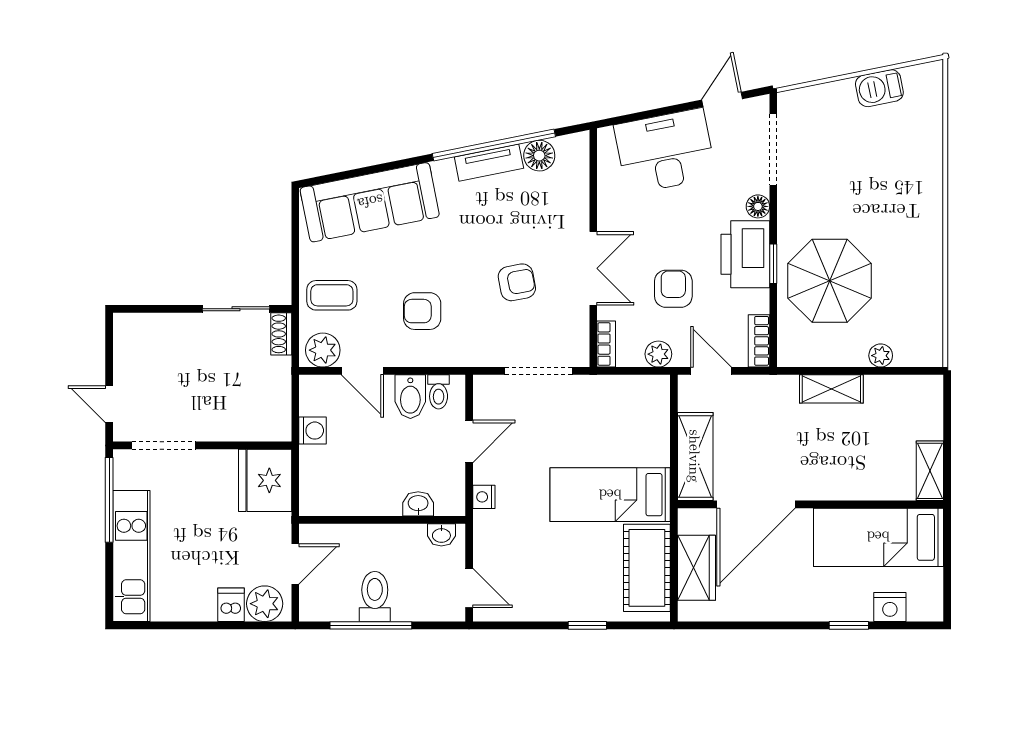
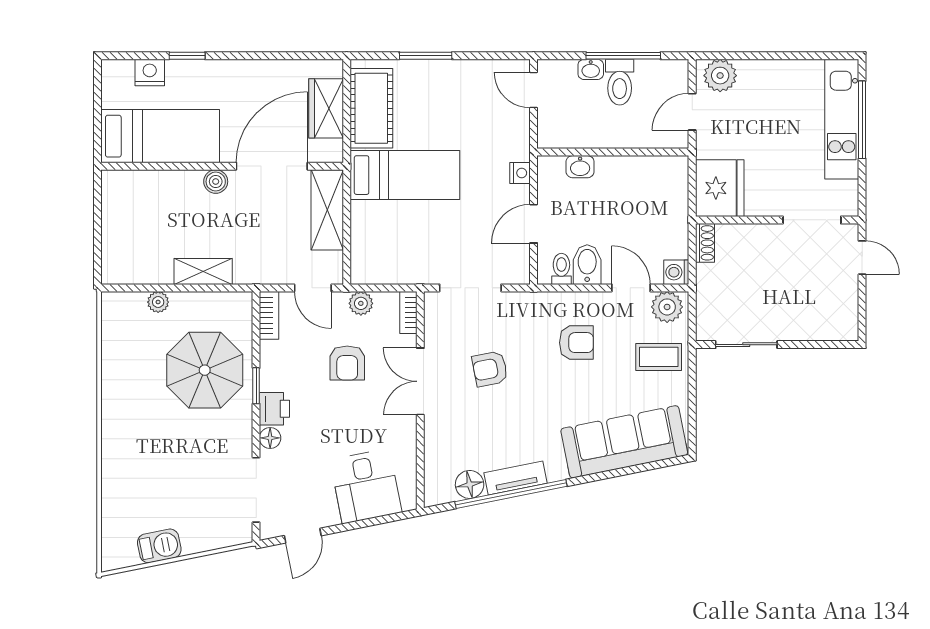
desk: (665, 151) -> (366, 486), width x0.73
printer: (745, 254) -> (274, 409), width x0.53, depth x0.68
shoe rack: (281, 334) -> (705, 243), moved
washing machine: (313, 431) -> (676, 272), moved
shelving: (930, 471) -> (113, 197), removed
boiler: (818, 488) -> (216, 182), added
window: (109, 500) -> (862, 120), moved
washbasin: (441, 535) -> (591, 69), moved, turned 180
dishwasher: (231, 605) -> (751, 75), removed
window: (587, 625) -> (426, 56), width x1.50

